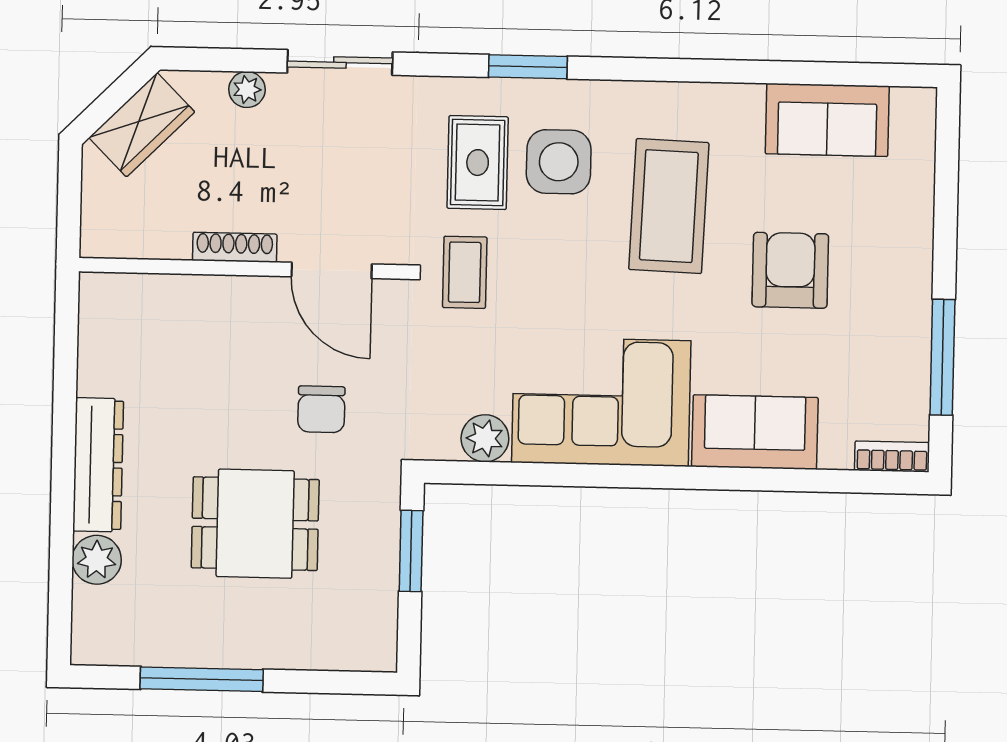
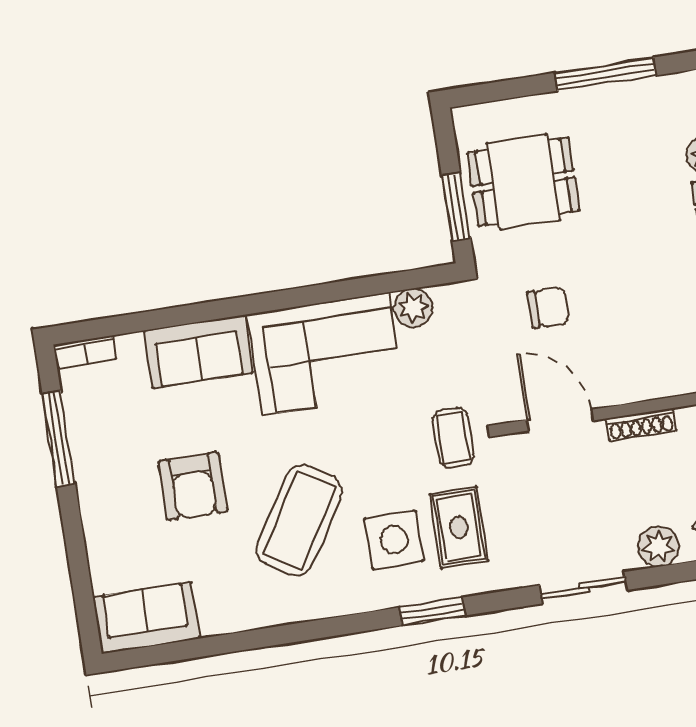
plant: (247, 90) -> (658, 546), width x1.38, depth x1.38
sofa: (827, 120) -> (146, 618), moved
coffee table: (669, 206) -> (299, 520), turned 30
chair: (321, 409) -> (548, 307), turned 90
dining table: (255, 524) -> (523, 182), moved

